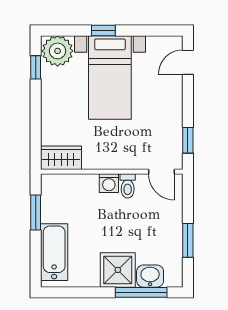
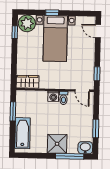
door: (188, 62) -> (98, 31), hinge flipped
washbasin: (150, 276) -> (85, 148), moved

